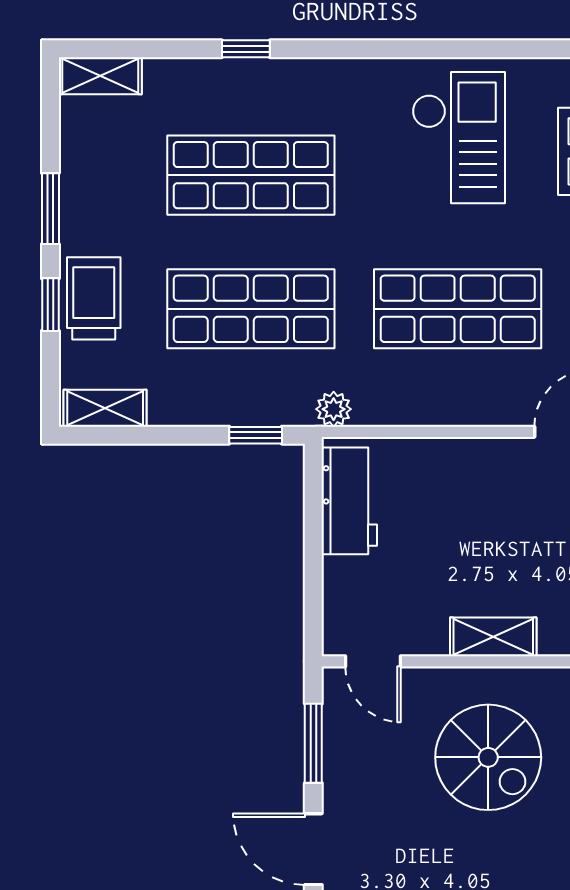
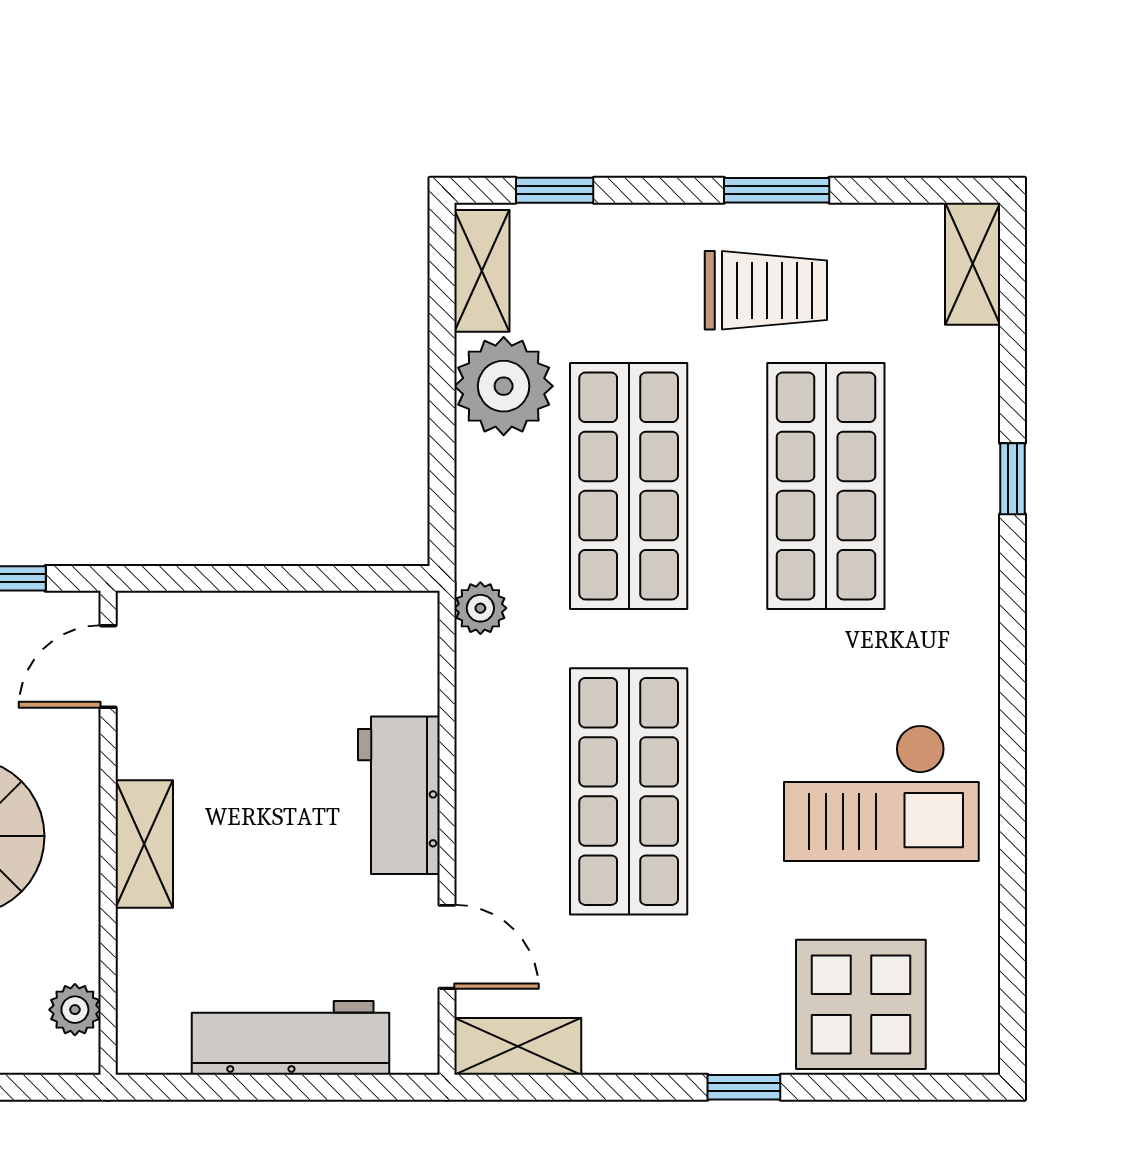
trolley: (94, 298) -> (766, 290), moved
window: (50, 305) -> (555, 190), moved
plant: (183, 393) -> (504, 386), added
window: (256, 435) -> (442, 493), removed
workbench: (349, 501) -> (399, 795), moved, turned 90

